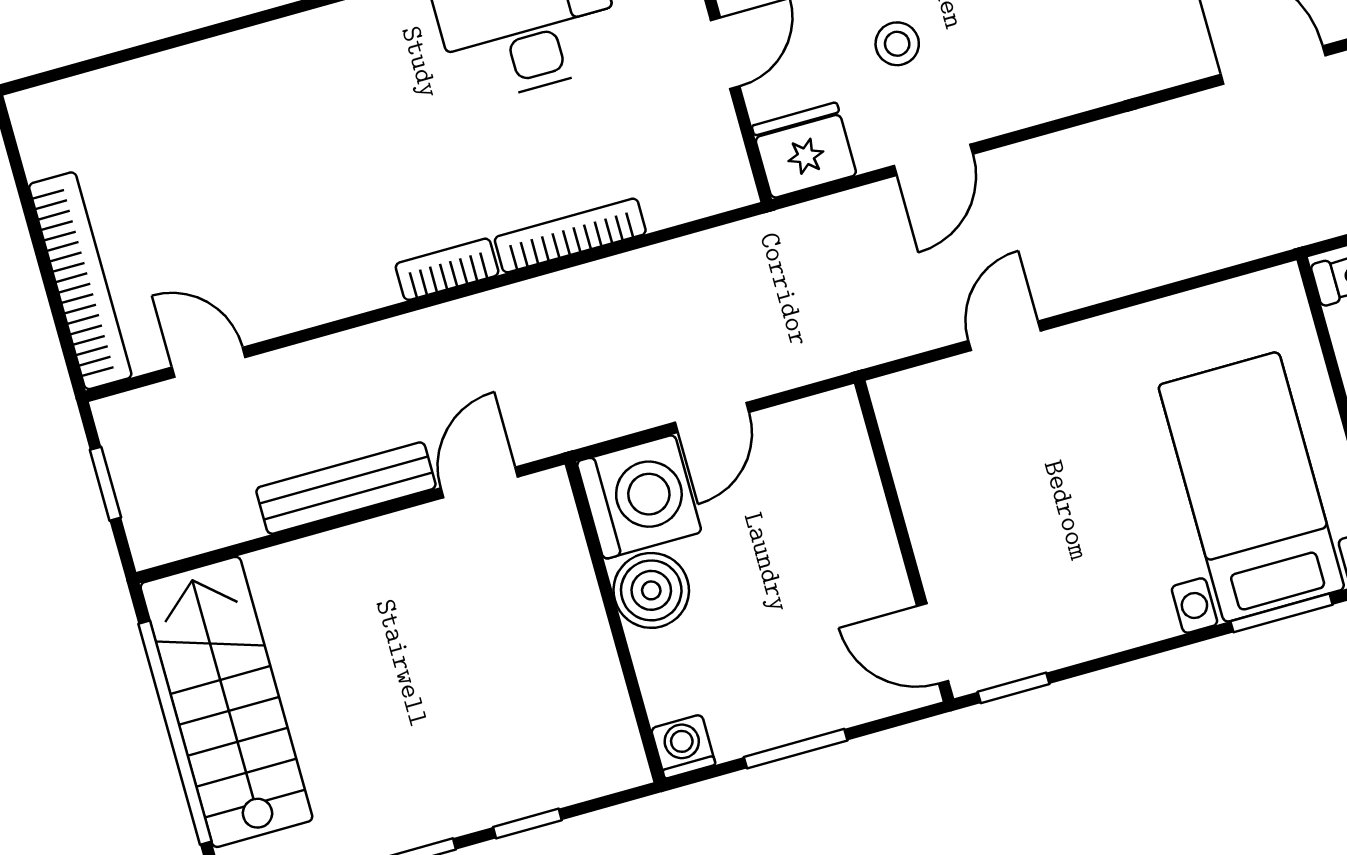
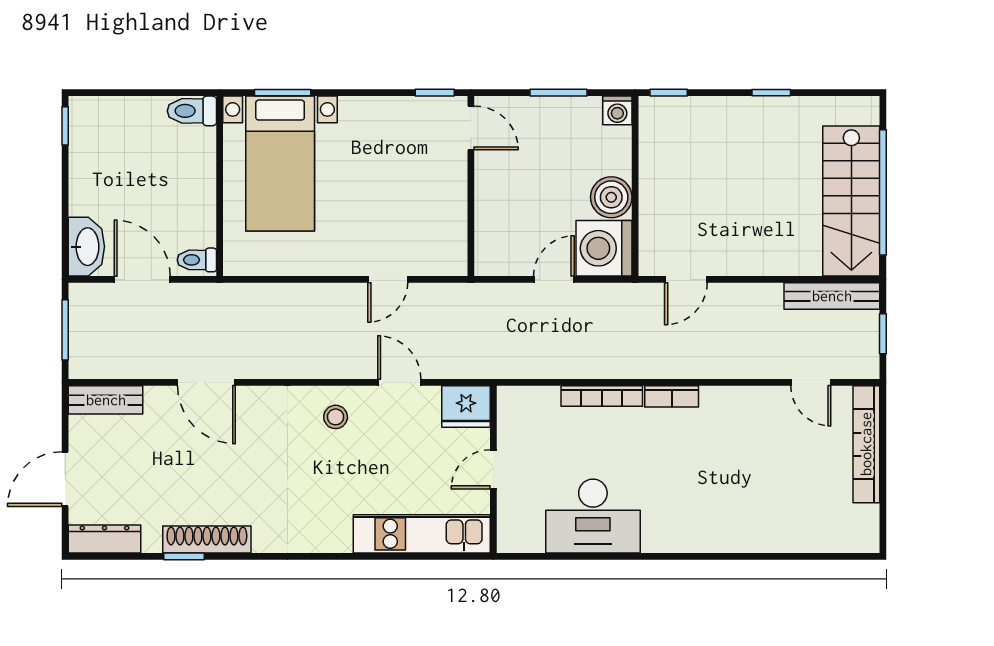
stool: (897, 44) -> (336, 417), moved
door: (933, 160) -> (399, 382), hinge flipped
bench: (346, 488) -> (832, 296), moved
window: (527, 824) -> (669, 93), moved

